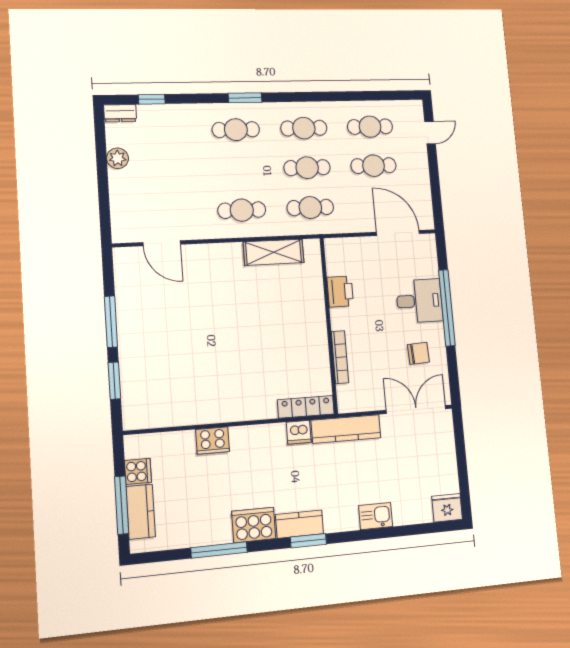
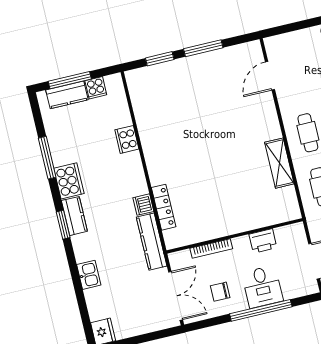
printer: (340, 292) -> (263, 241), moved
wall: (329, 325) -> (235, 236), moved
chair: (418, 353) -> (220, 292), turned 93
bookcase: (340, 357) -> (211, 248), moved

